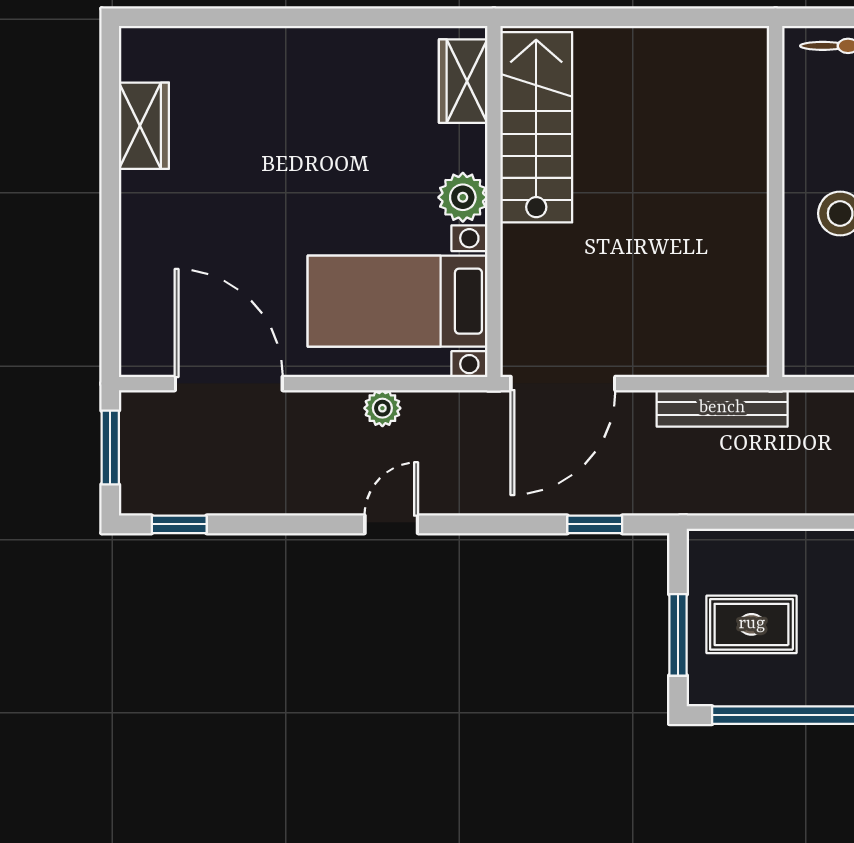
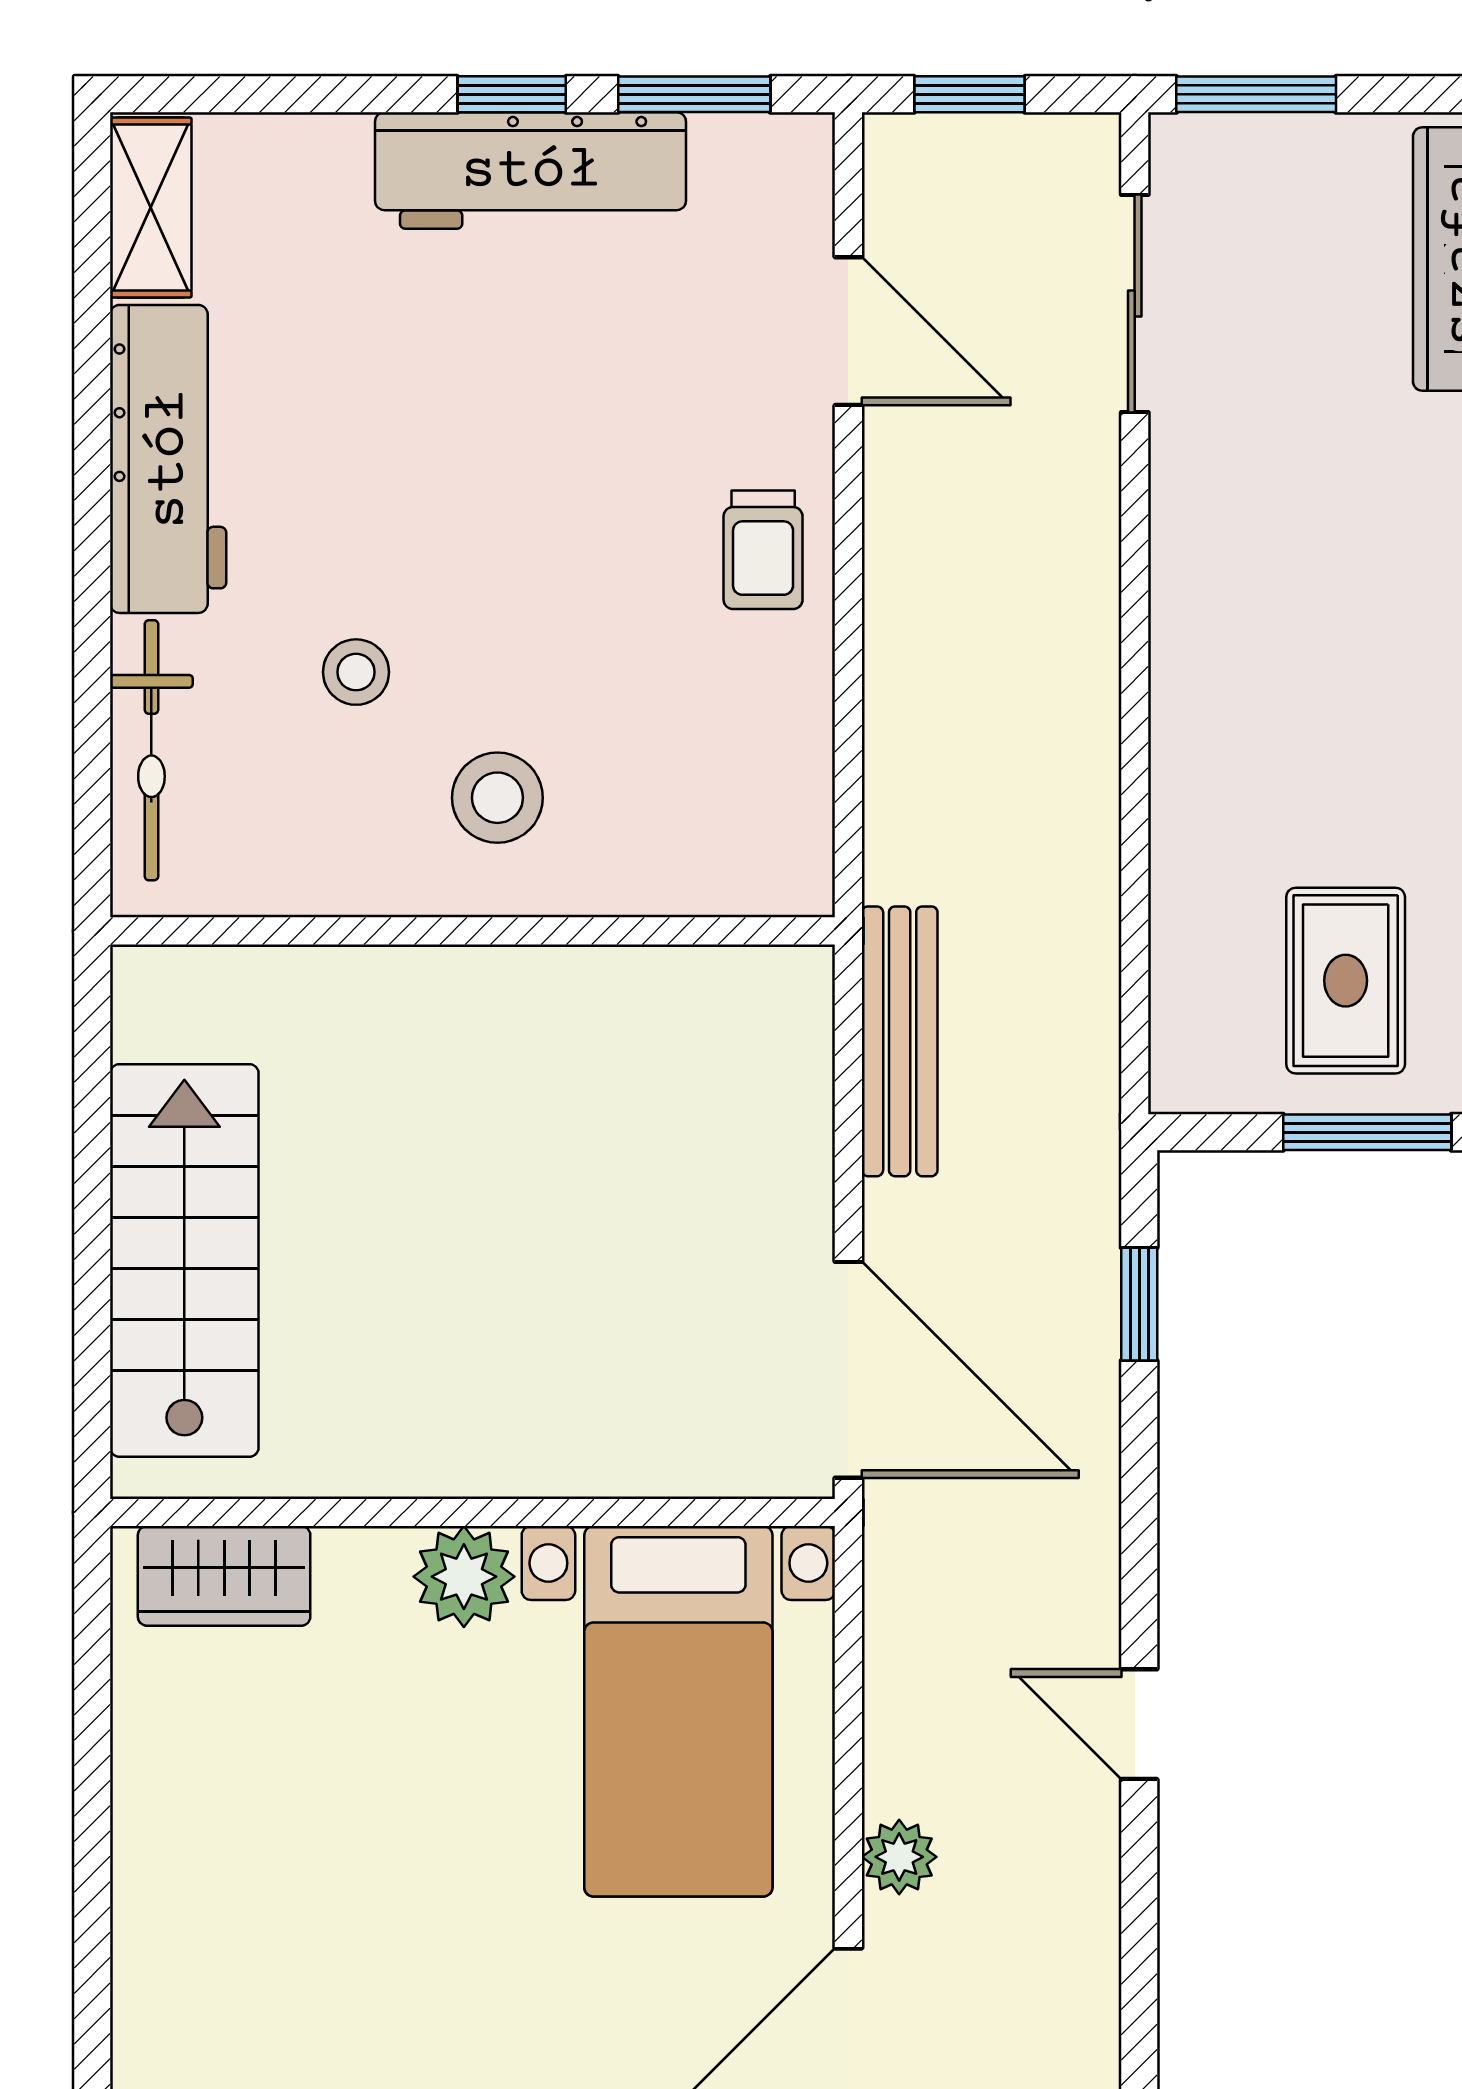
stairs: (536, 127) -> (184, 1260), moved, turned 90
plant: (382, 408) -> (899, 1857), moved

